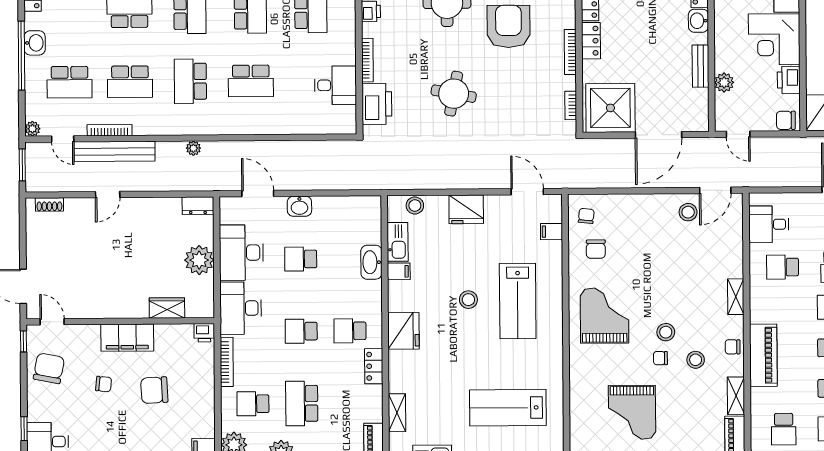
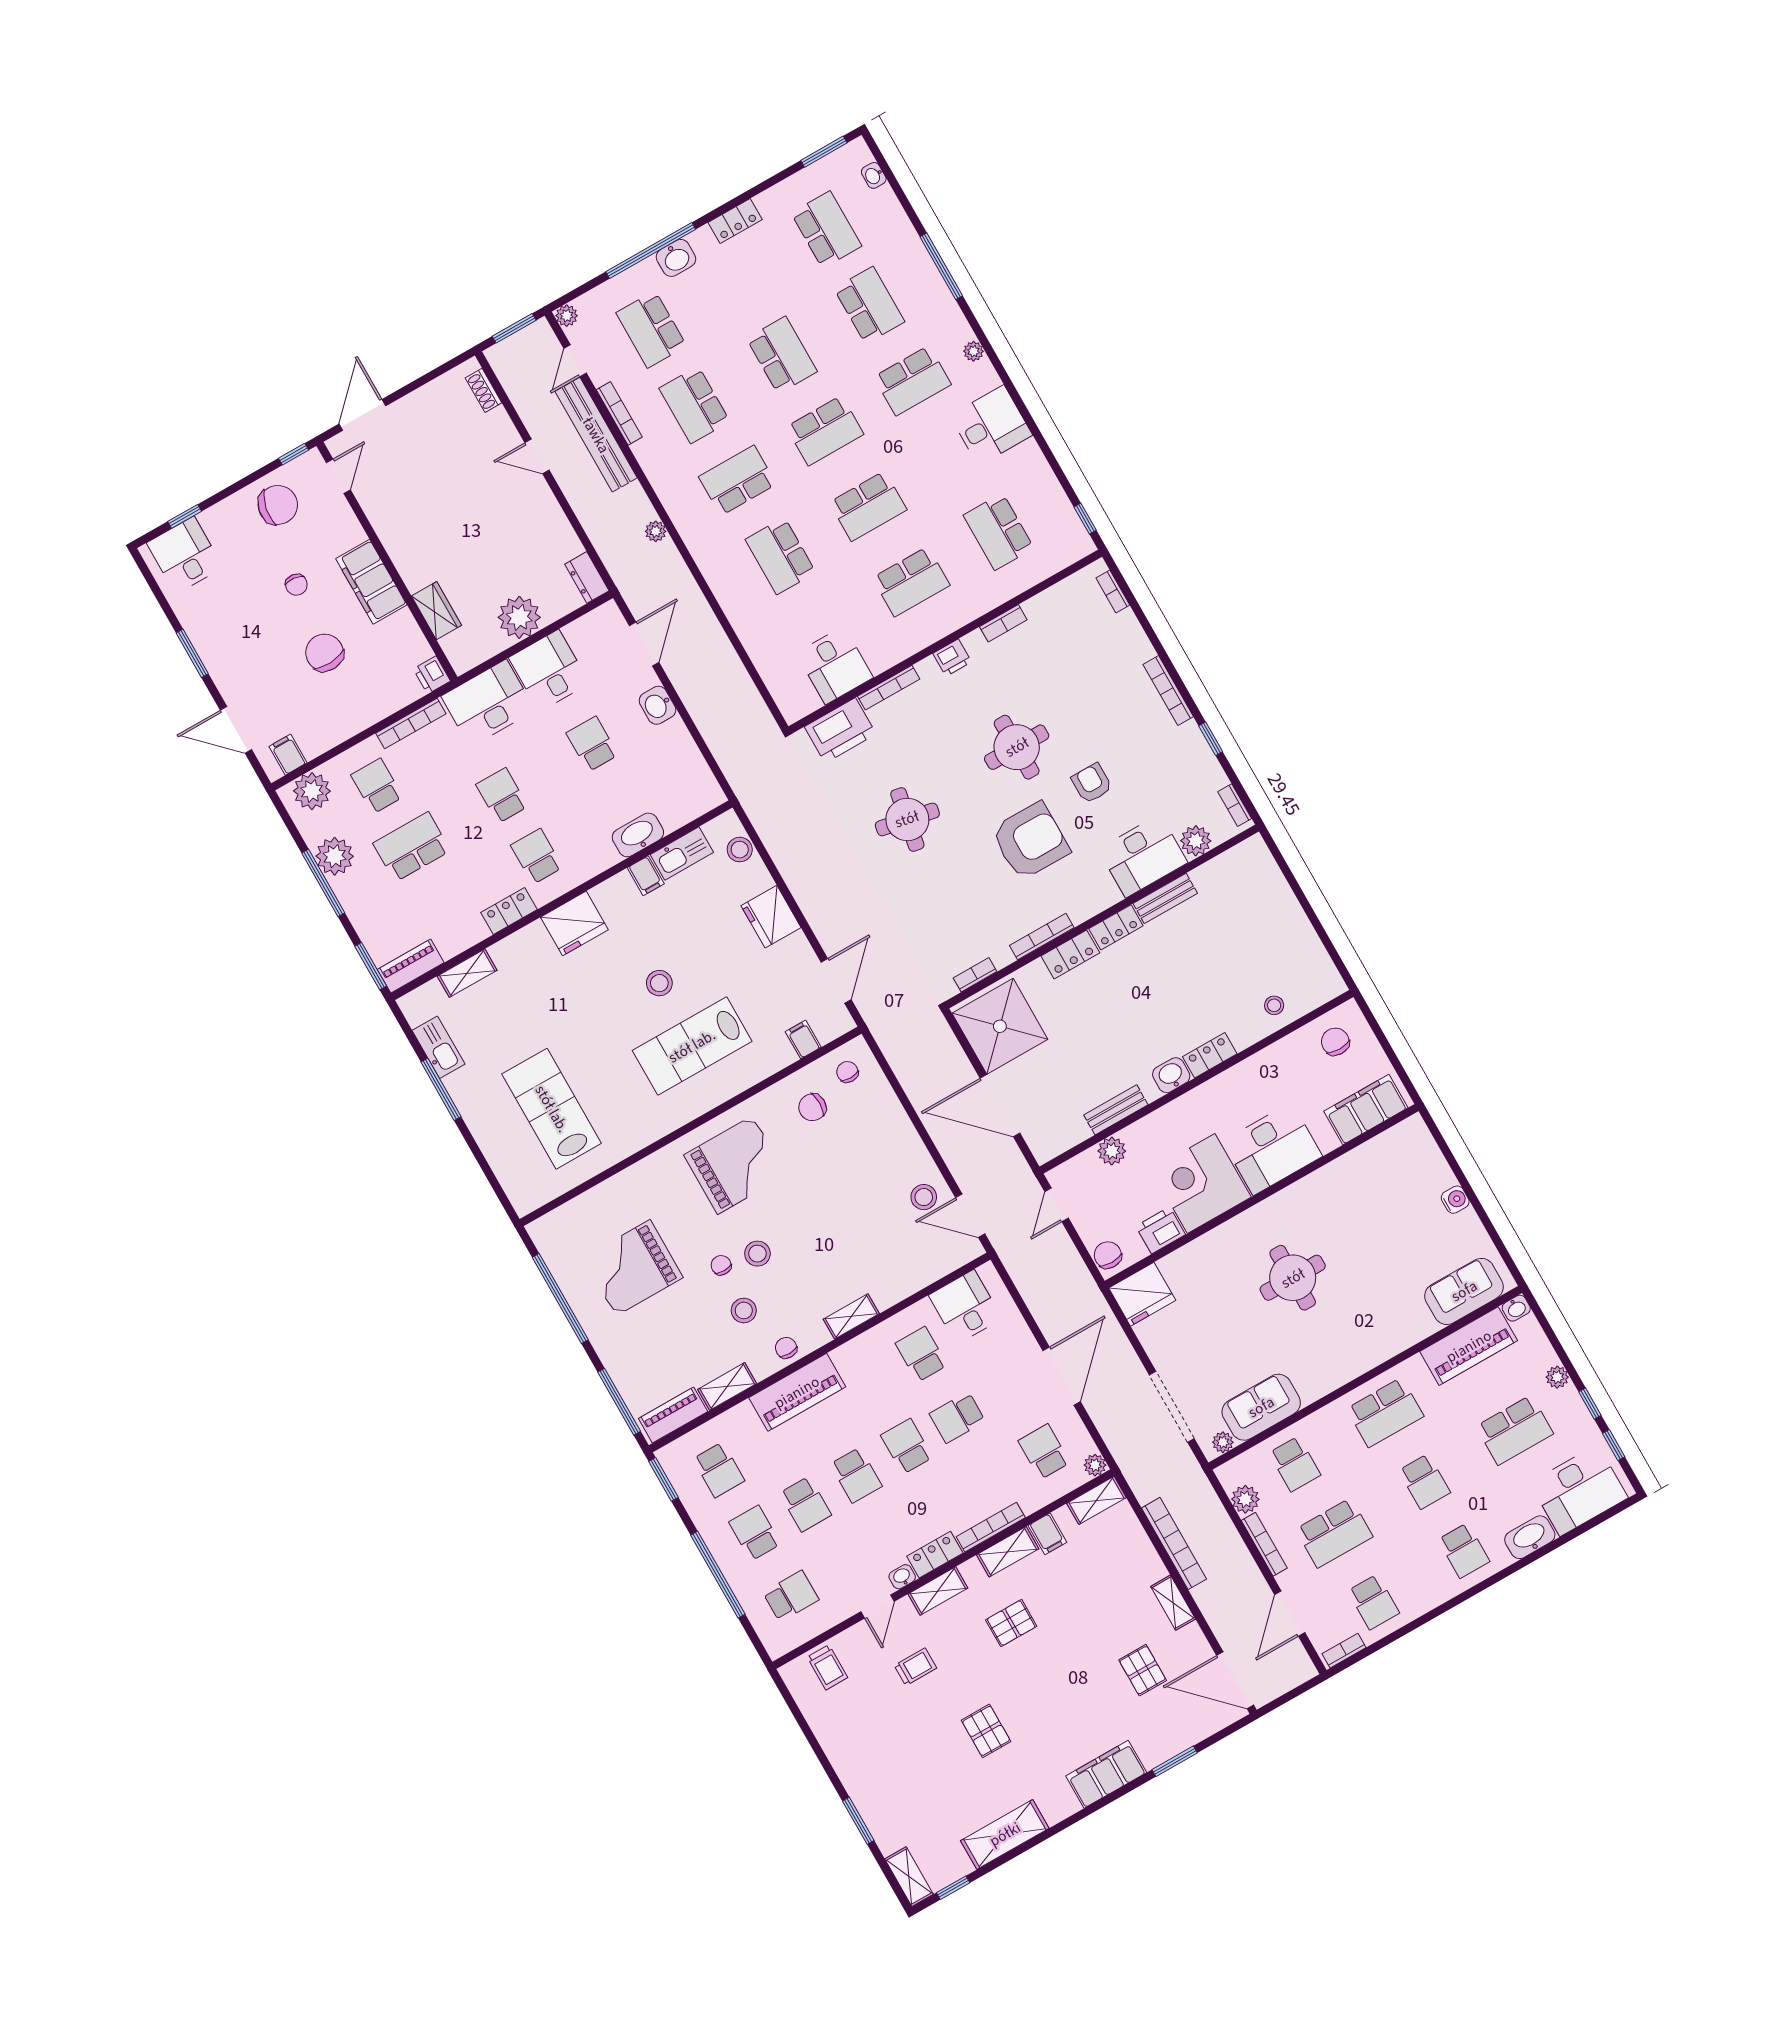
chair: (586, 216) -> (847, 1072), turned -96
desk: (241, 253) -> (549, 670), width x0.73
school desk: (784, 429) -> (719, 1470), turned -90

